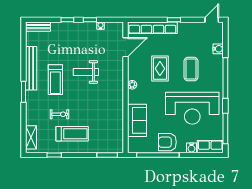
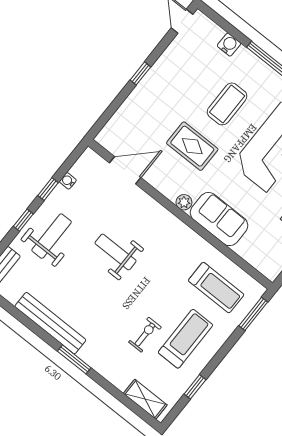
row of seats: (152, 28) -> (128, 112), removed
weight bench: (70, 38) -> (52, 236), added
door: (126, 47) -> (125, 170), hinge flipped
coffee table: (191, 69) -> (227, 104), turned 90
weight bench: (86, 72) -> (116, 252), turned 90
treadmill: (55, 80) -> (216, 288), moved
sofa: (137, 120) -> (219, 219), moved

